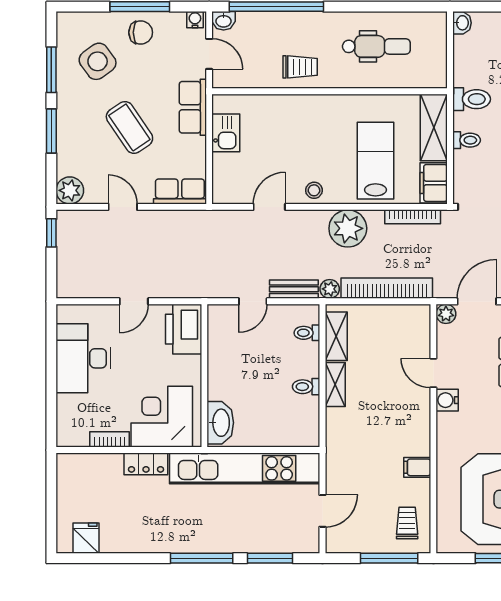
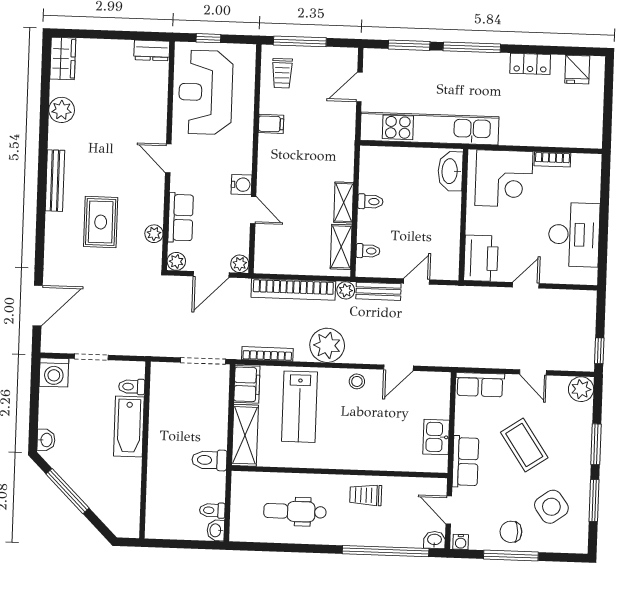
toilet: (467, 140) -> (212, 510), moved
locker: (146, 464) -> (530, 64), moved, turned 180

